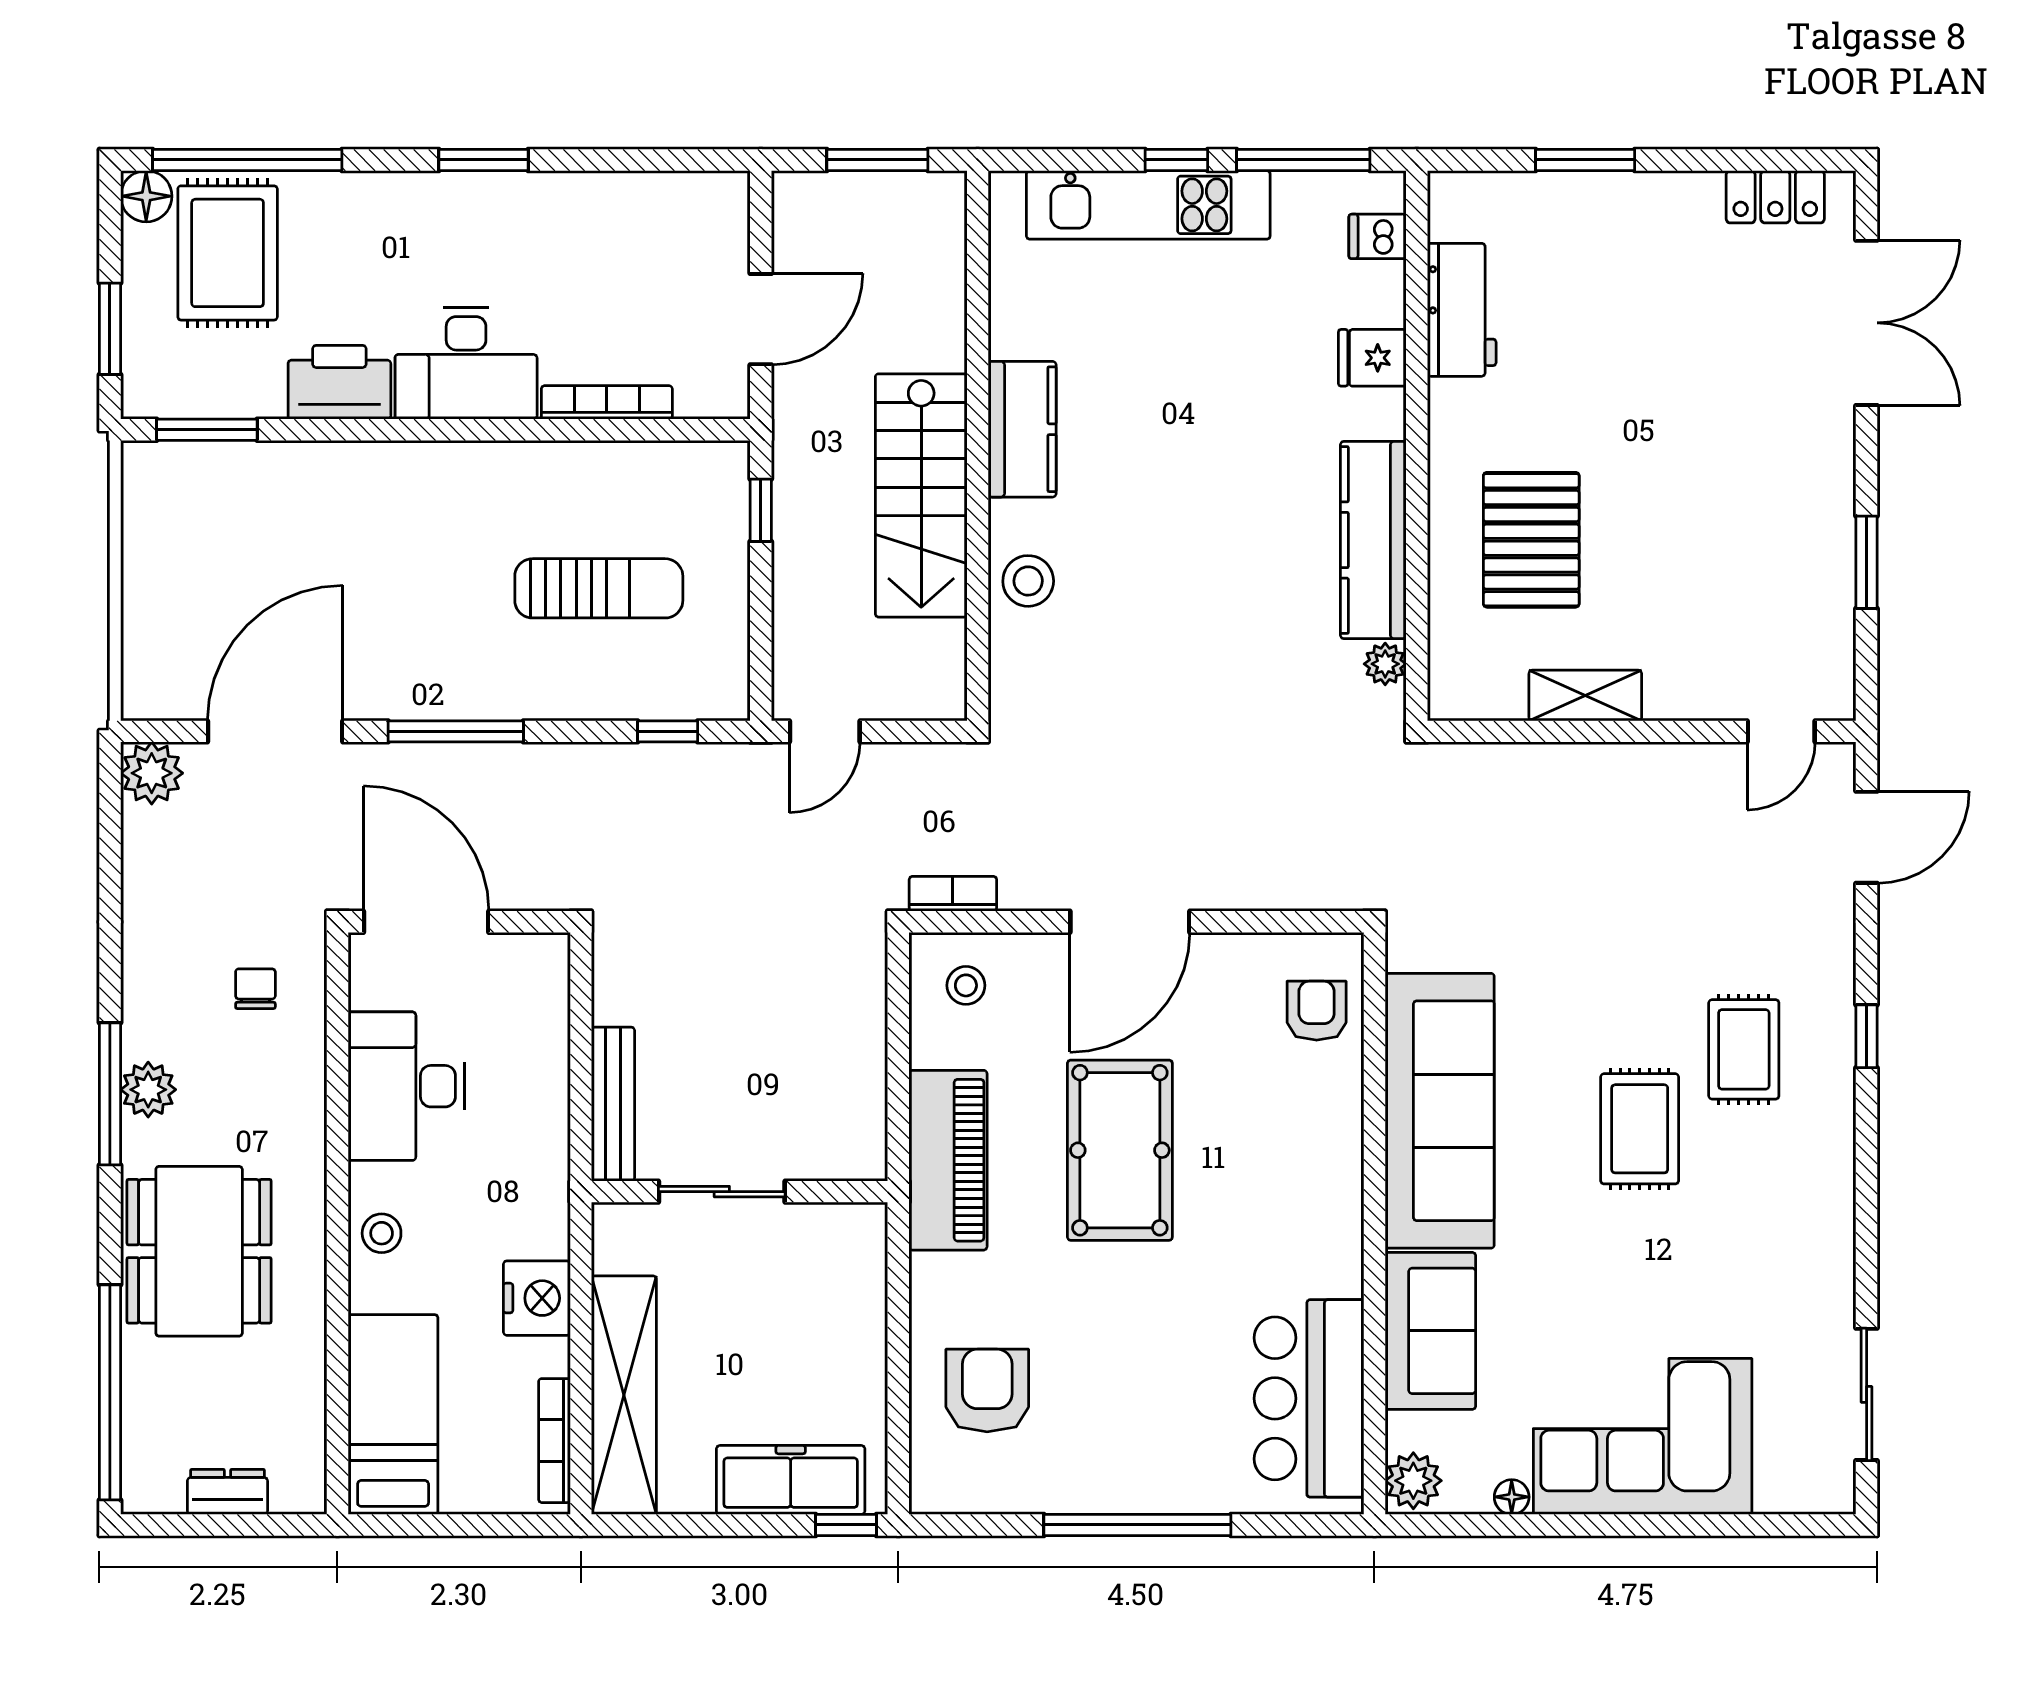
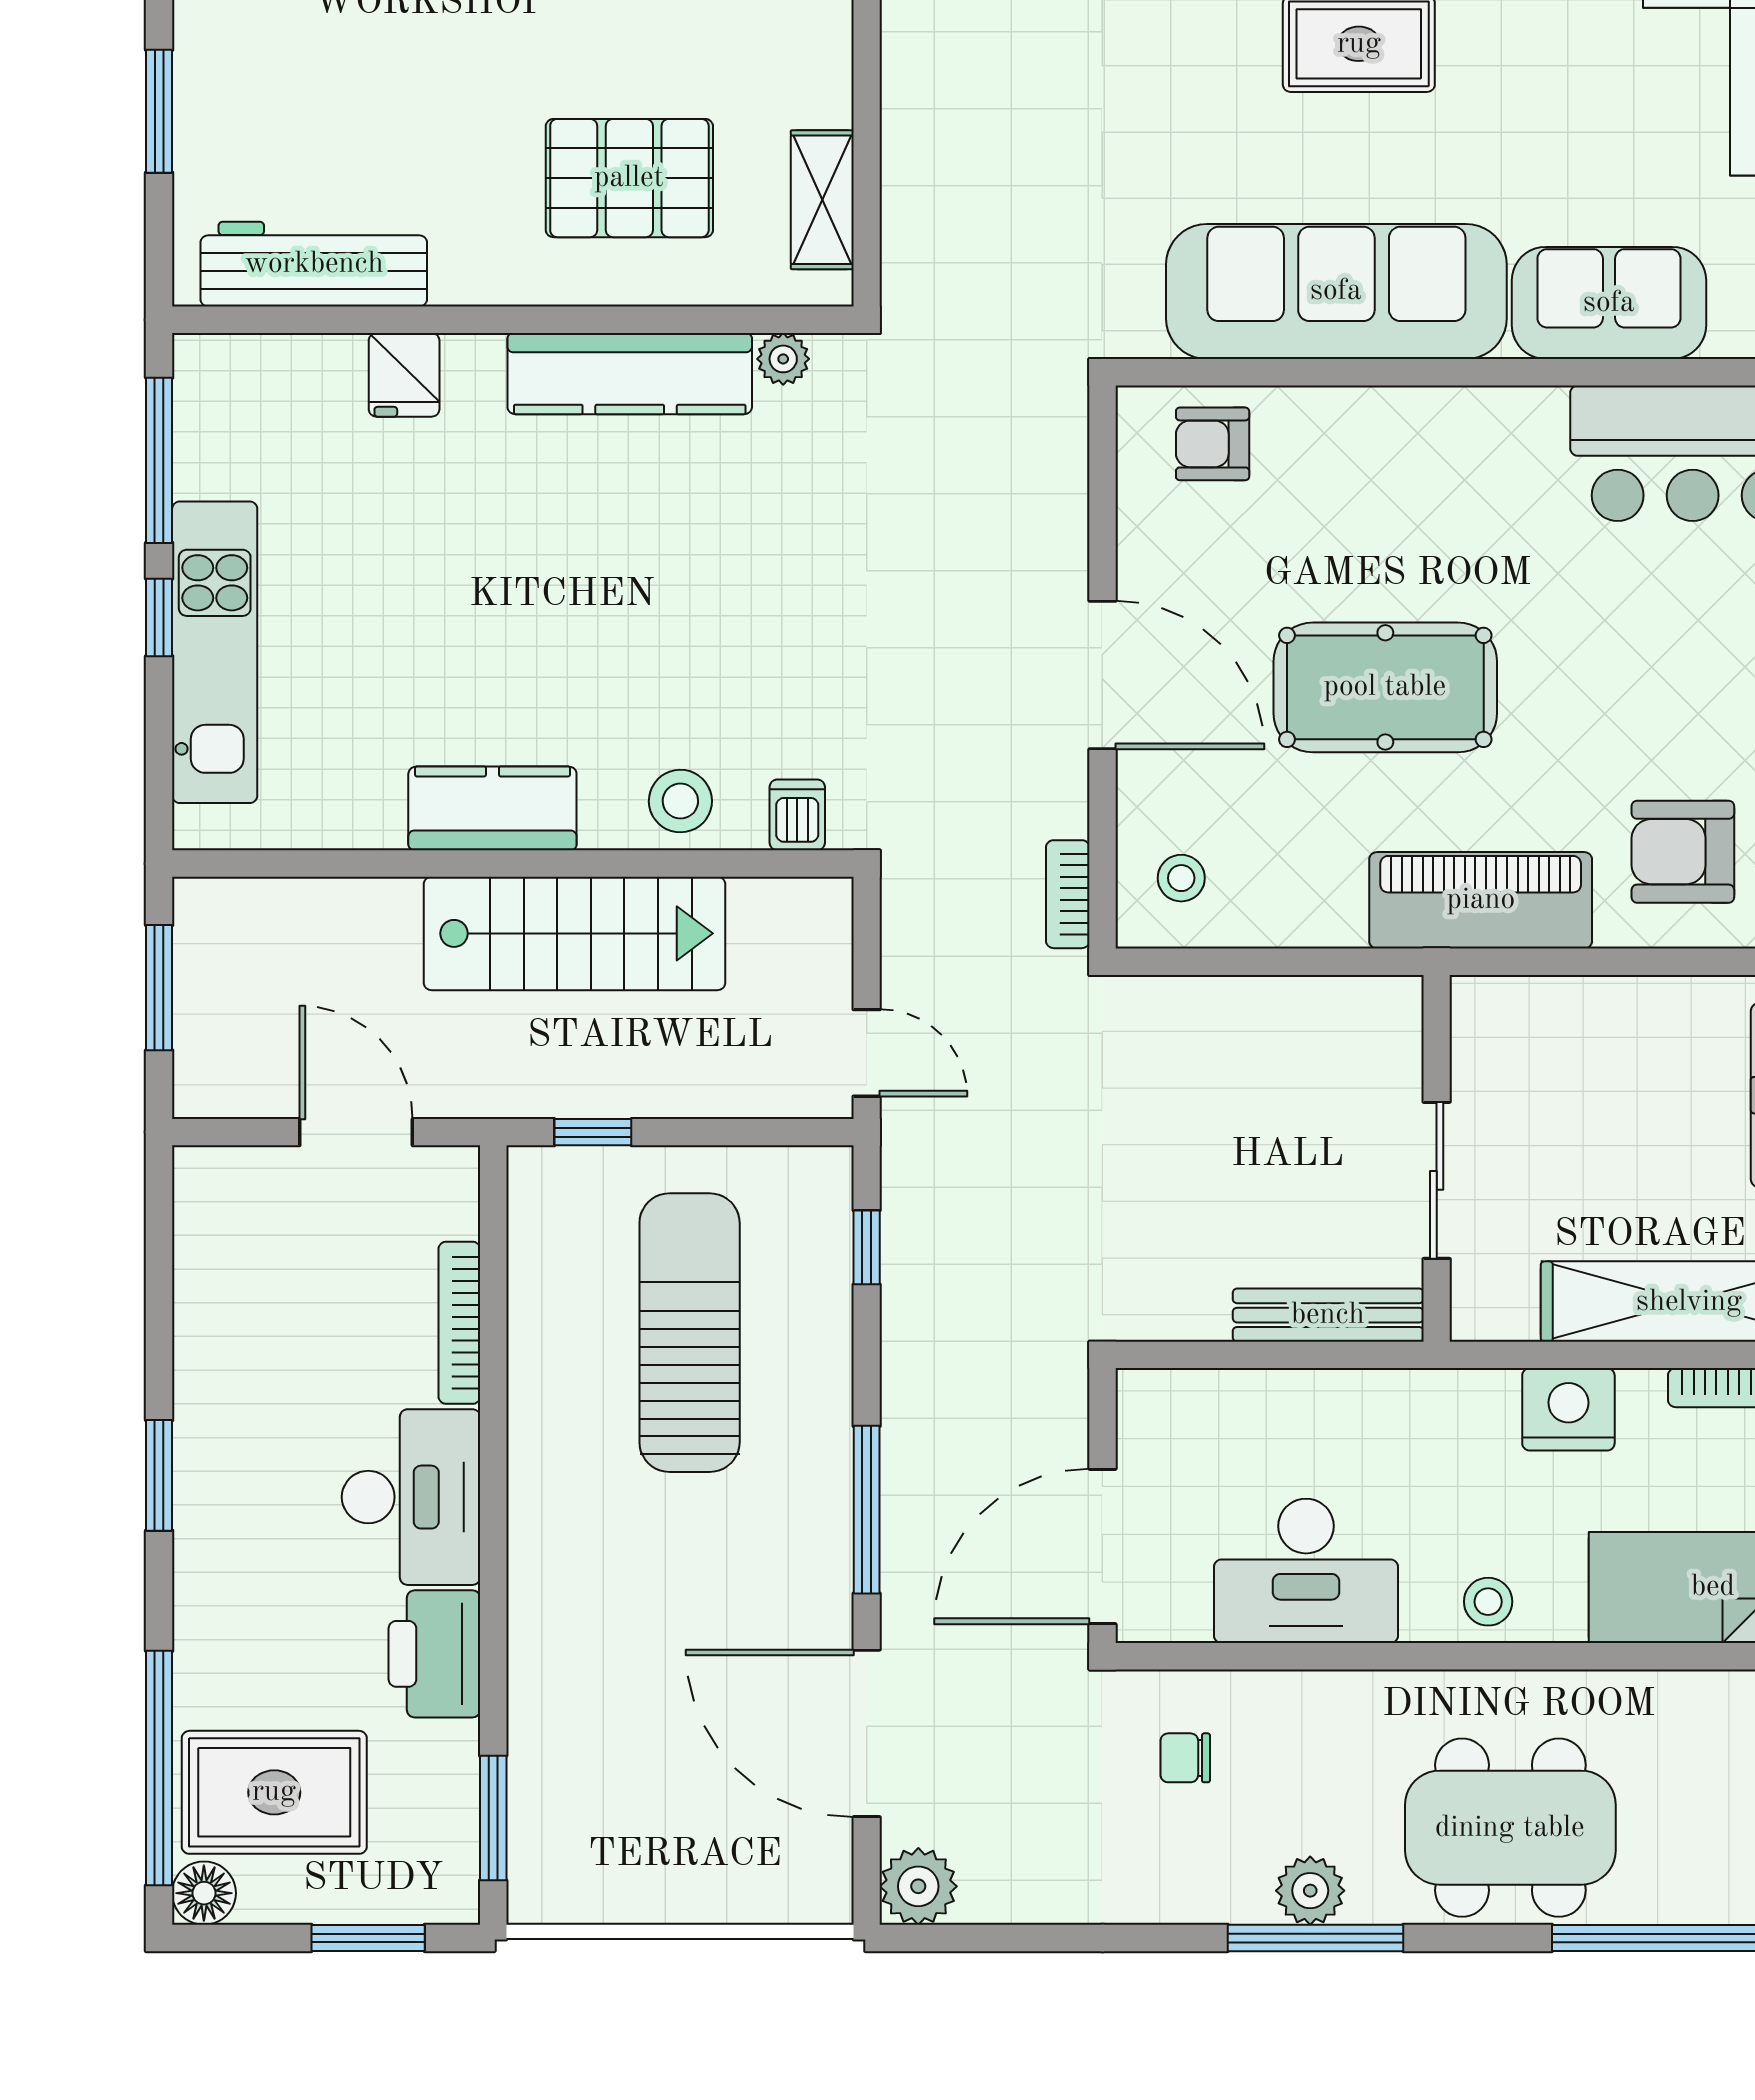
dishwasher: (1378, 236) -> (797, 815), moved, turned 180
workbench: (1462, 310) -> (314, 264), width x1.38
sun lounger: (599, 588) -> (690, 1333), width x1.36, depth x1.34
shelving: (1585, 695) -> (822, 200), moved
piano: (948, 1160) -> (1481, 900), moved

